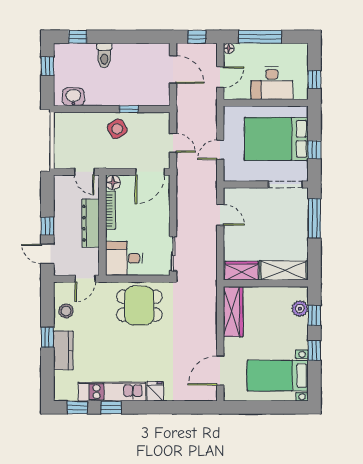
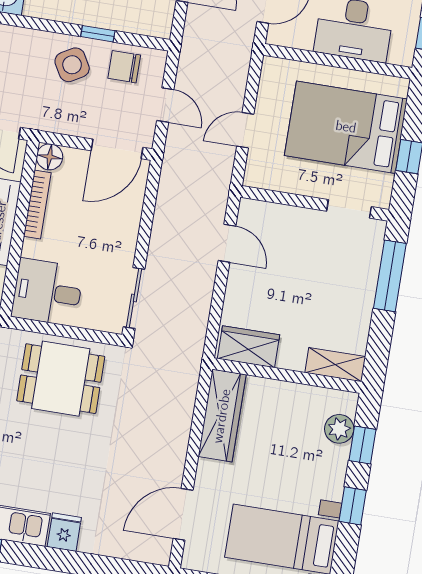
chair: (147, 125) -> (124, 67), added
doorway: (285, 184) -> (349, 209), width x0.73
shelving: (284, 270) -> (335, 365), width x0.67, depth x0.75

